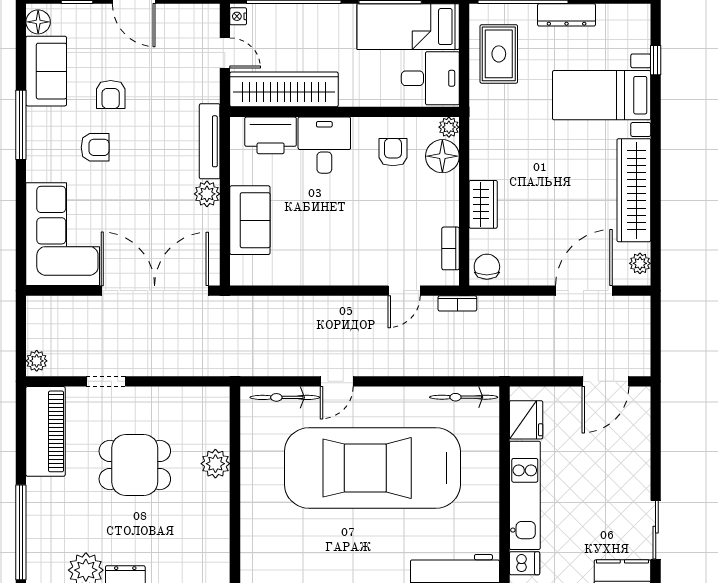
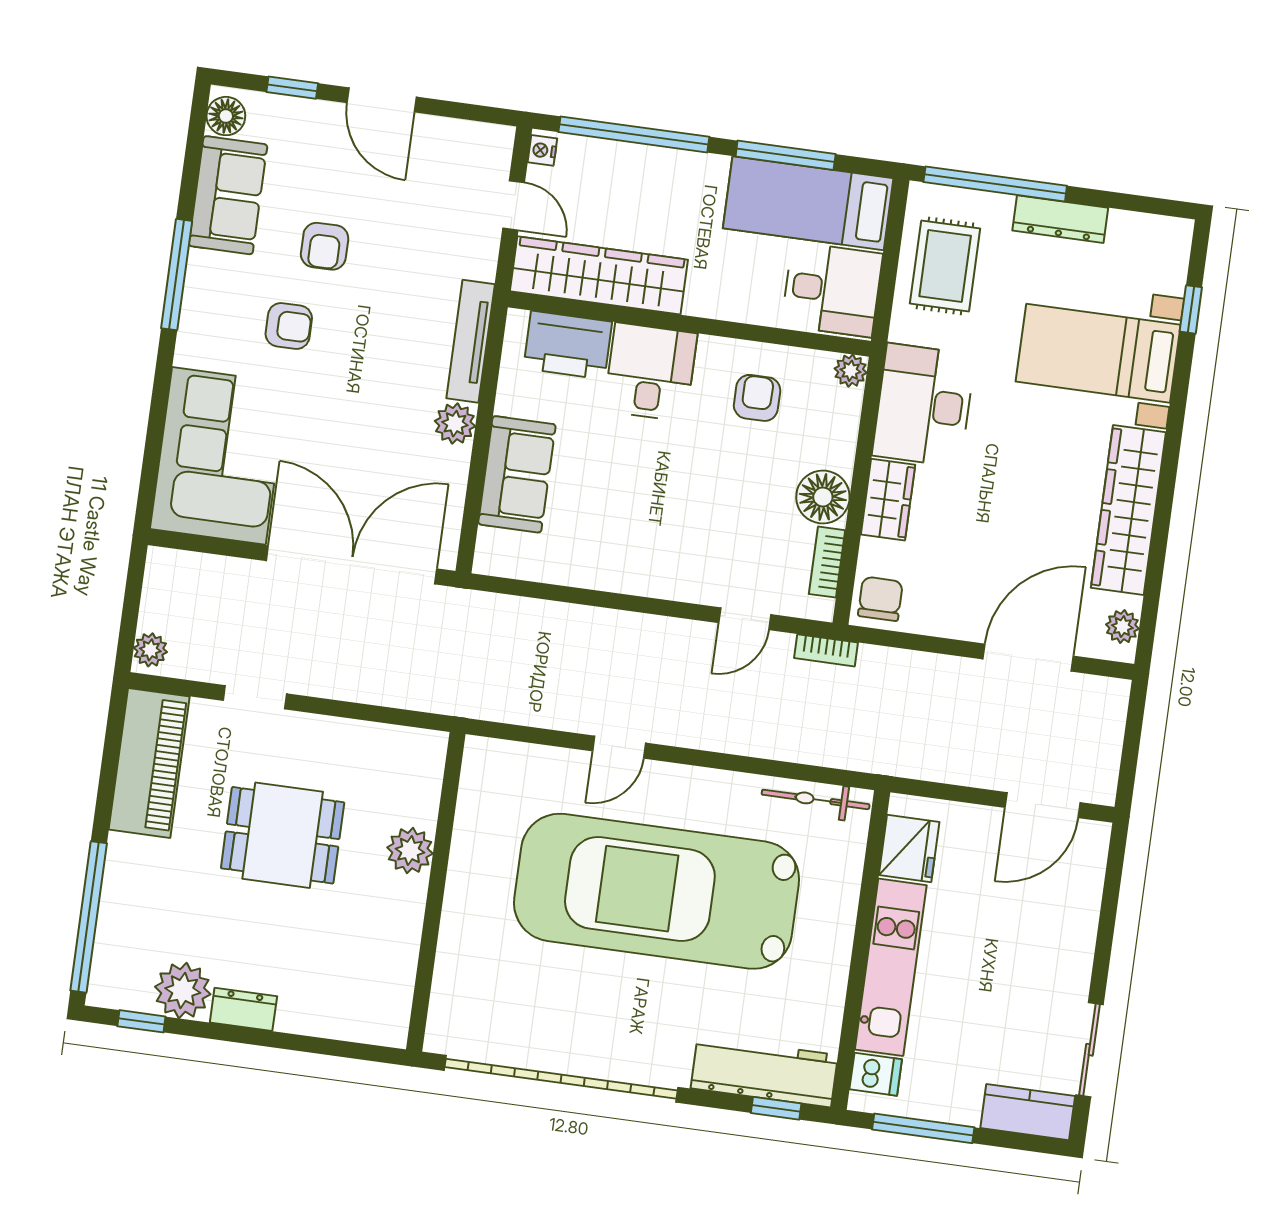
desk: (497, 142) -> (924, 405), added
floor lamp: (442, 156) -> (823, 497), moved
bicycle: (285, 397) -> (534, 761), removed

